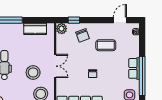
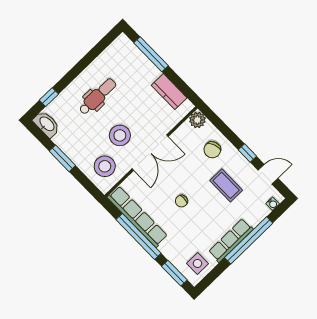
window: (74, 20) -> (247, 153), moved
double door: (55, 66) -> (150, 153), width x1.37
row of seats: (134, 68) -> (231, 240), width x1.48
window: (142, 76) -> (249, 240), moved

